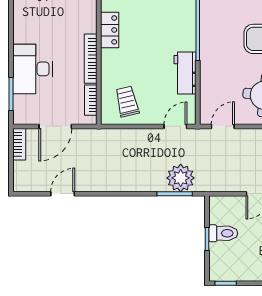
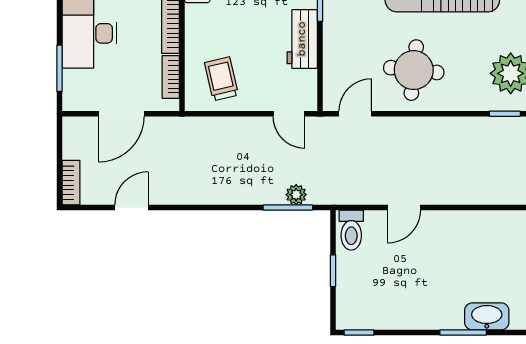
door: (175, 126) -> (289, 114), swing flipped
bookcase: (19, 144) -> (71, 183), moved
plant: (181, 178) -> (296, 195), width x0.53, depth x0.53
toilet: (223, 233) -> (351, 230), moved, turned 90

